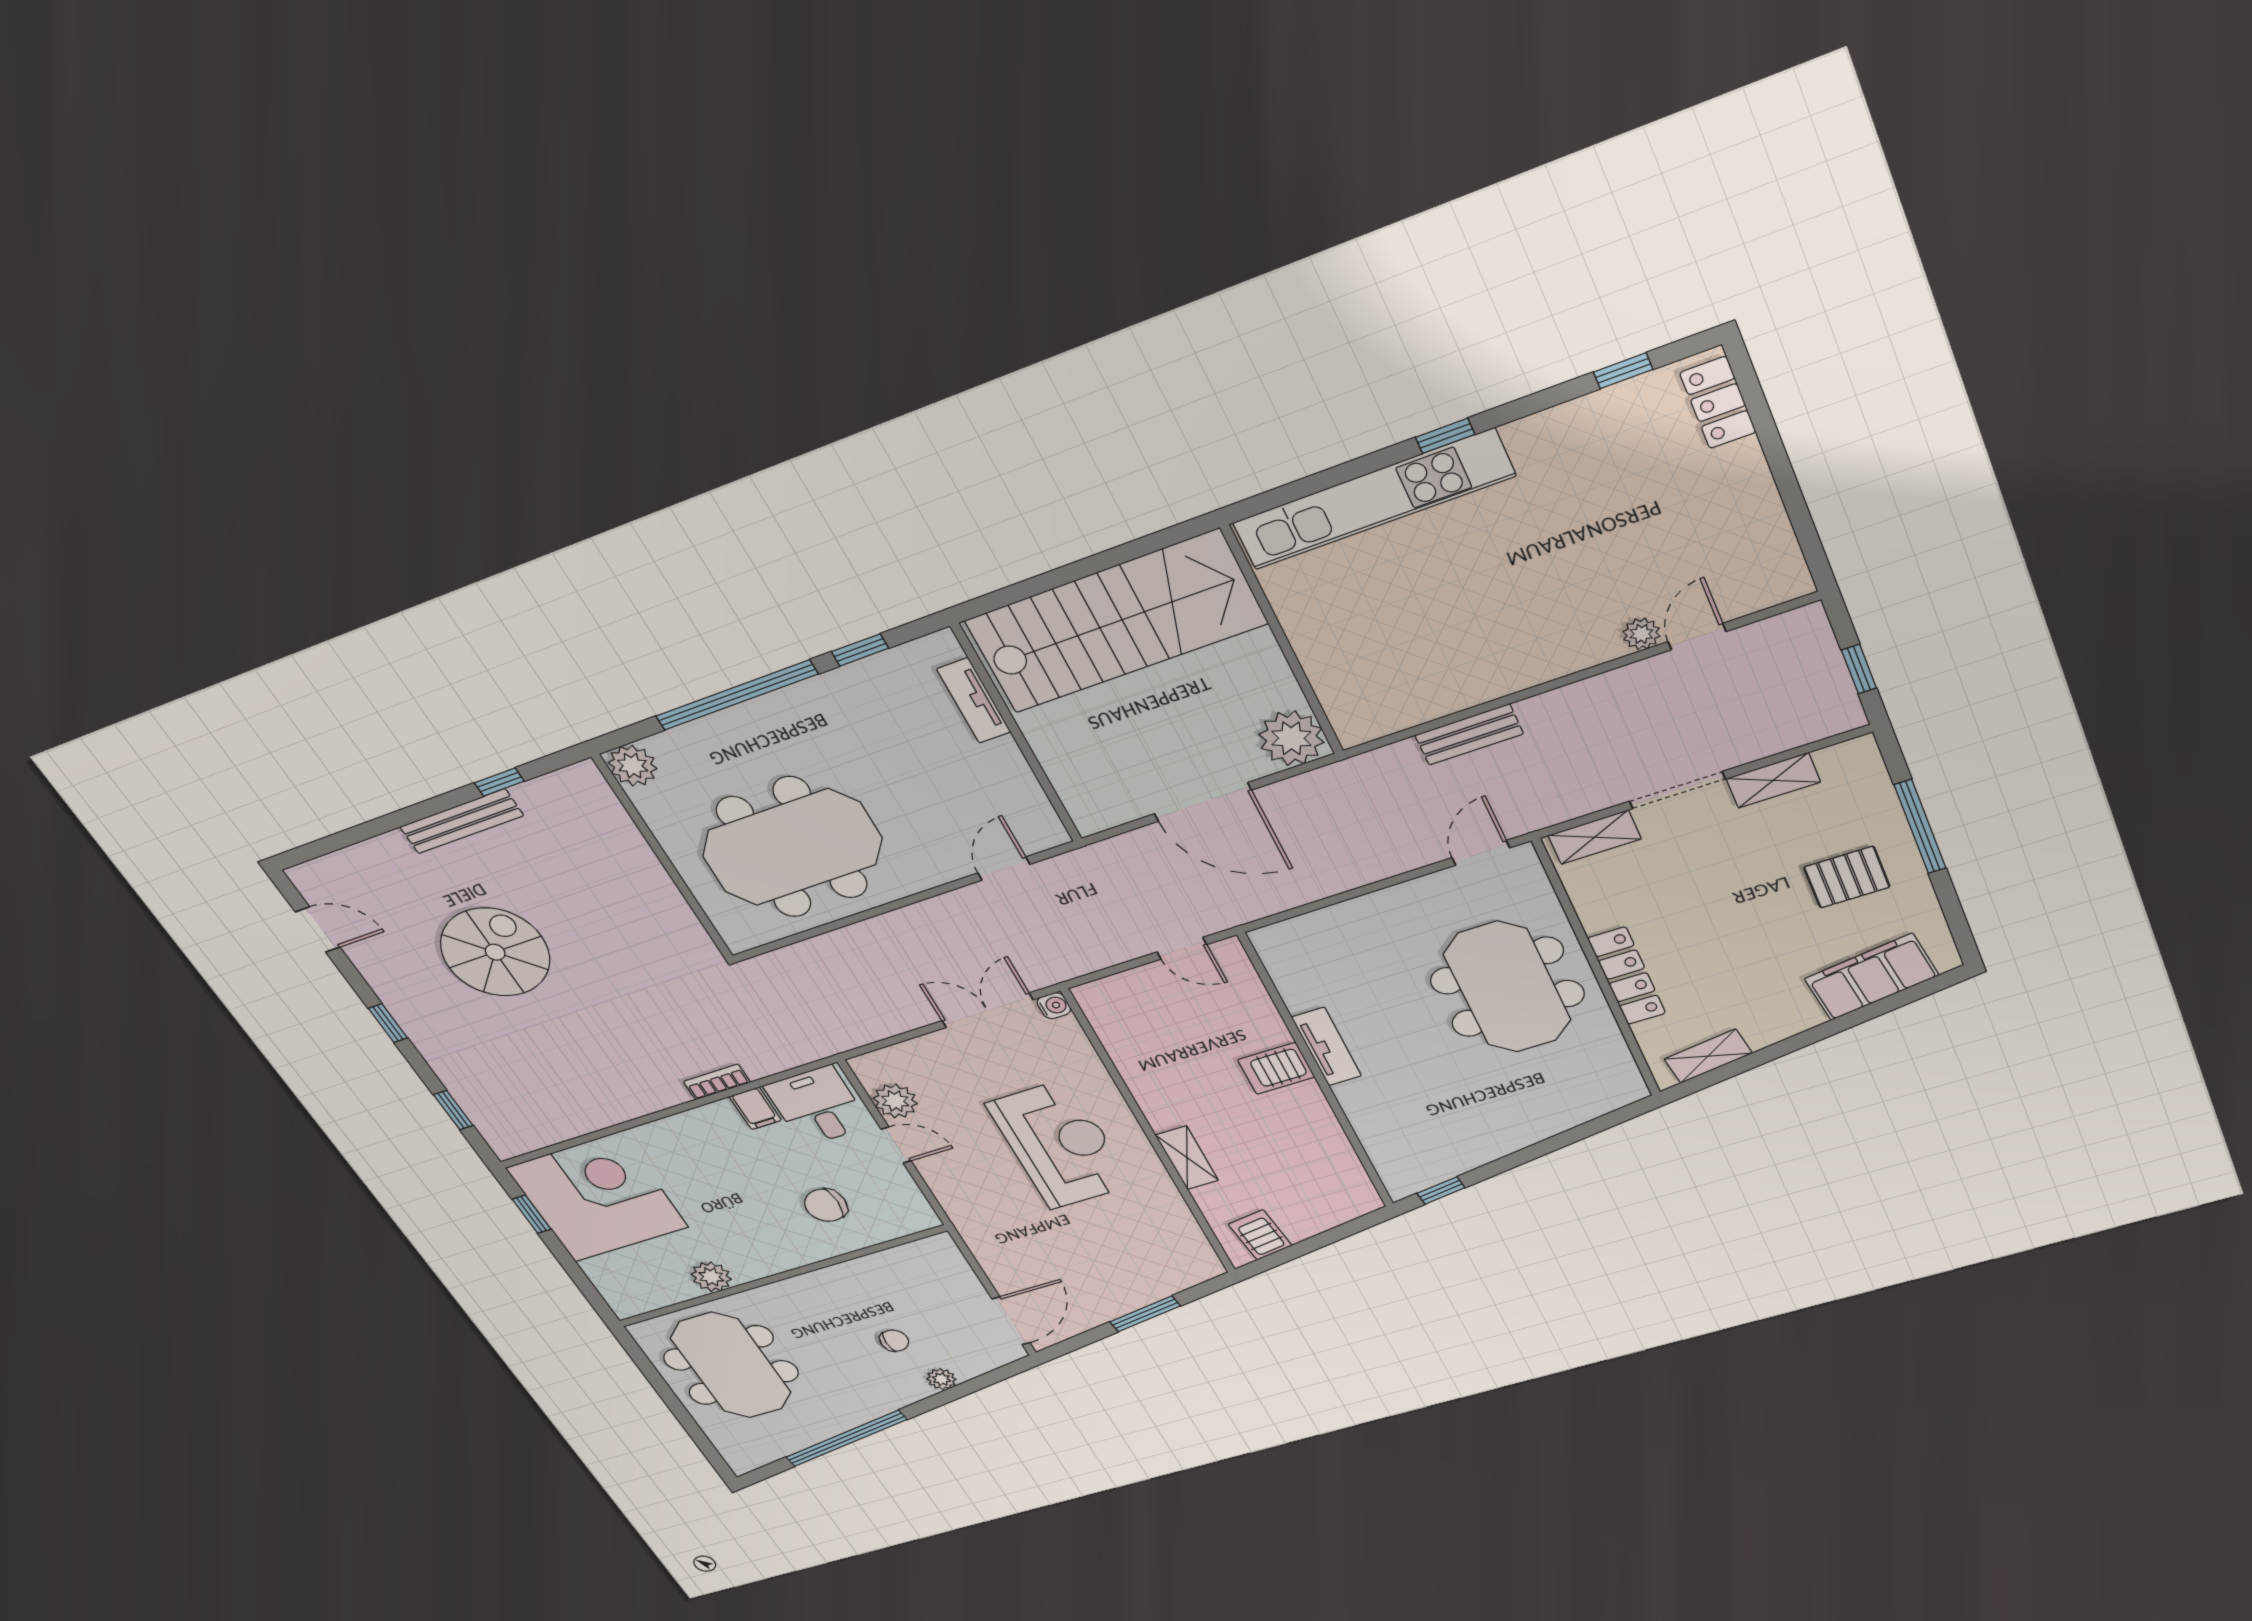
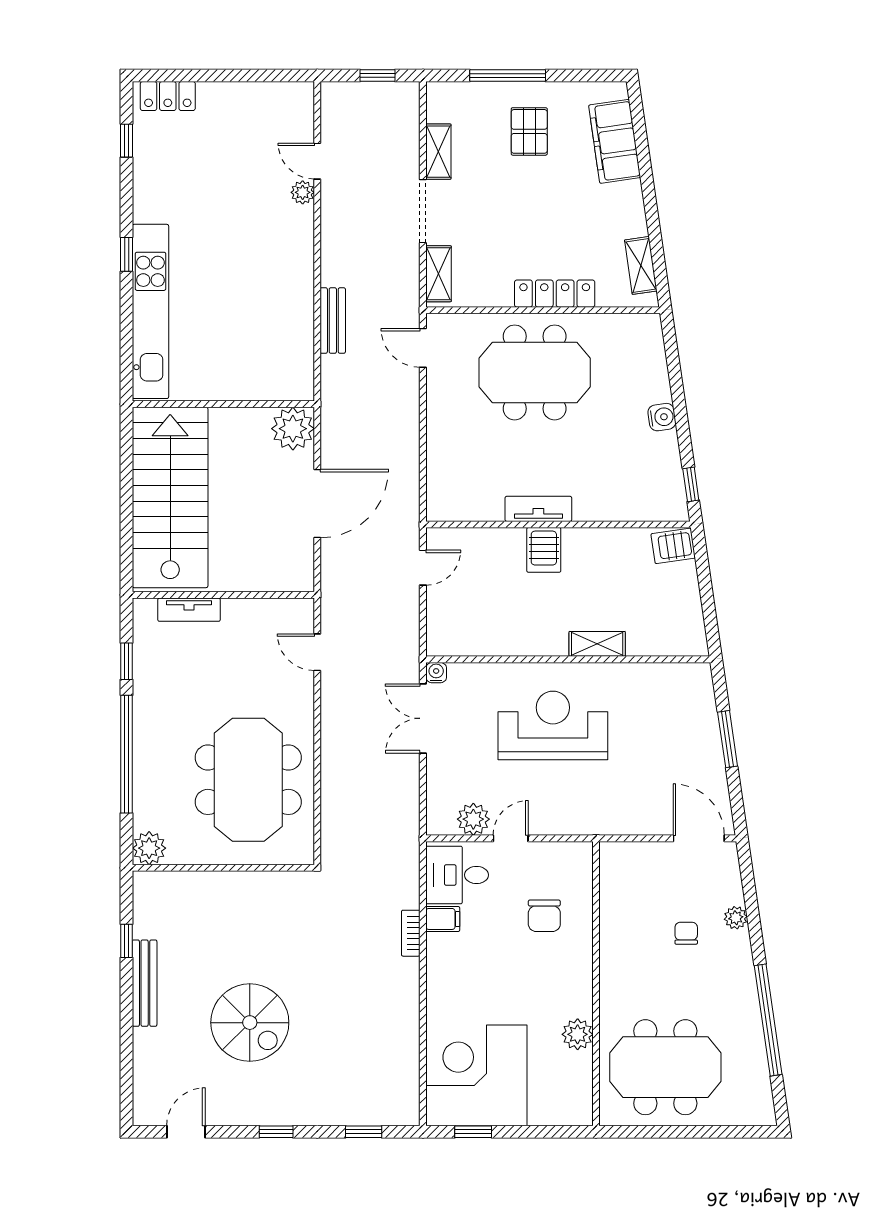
spiral stairs: (495, 952) -> (250, 1023), turned 180
water cooler: (1514, 1137) -> (662, 417), added
server rack: (1260, 1235) -> (673, 546), moved

